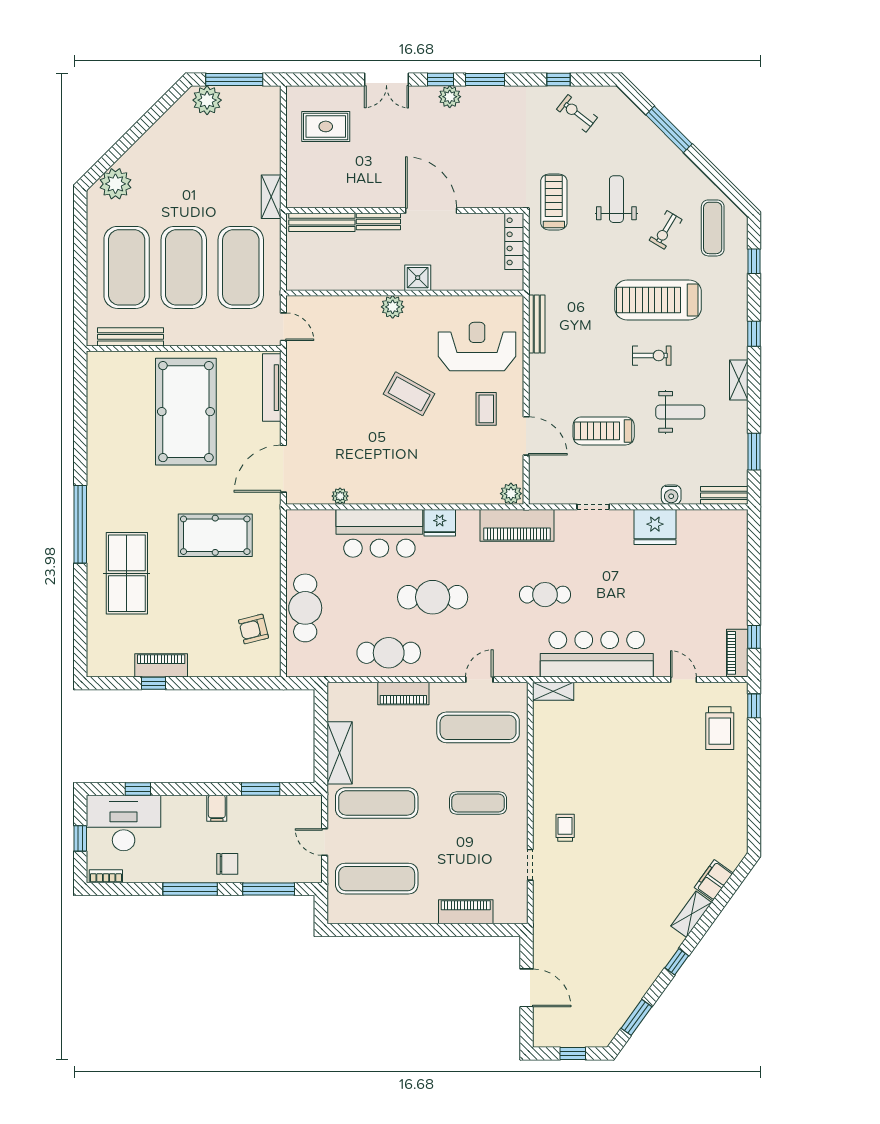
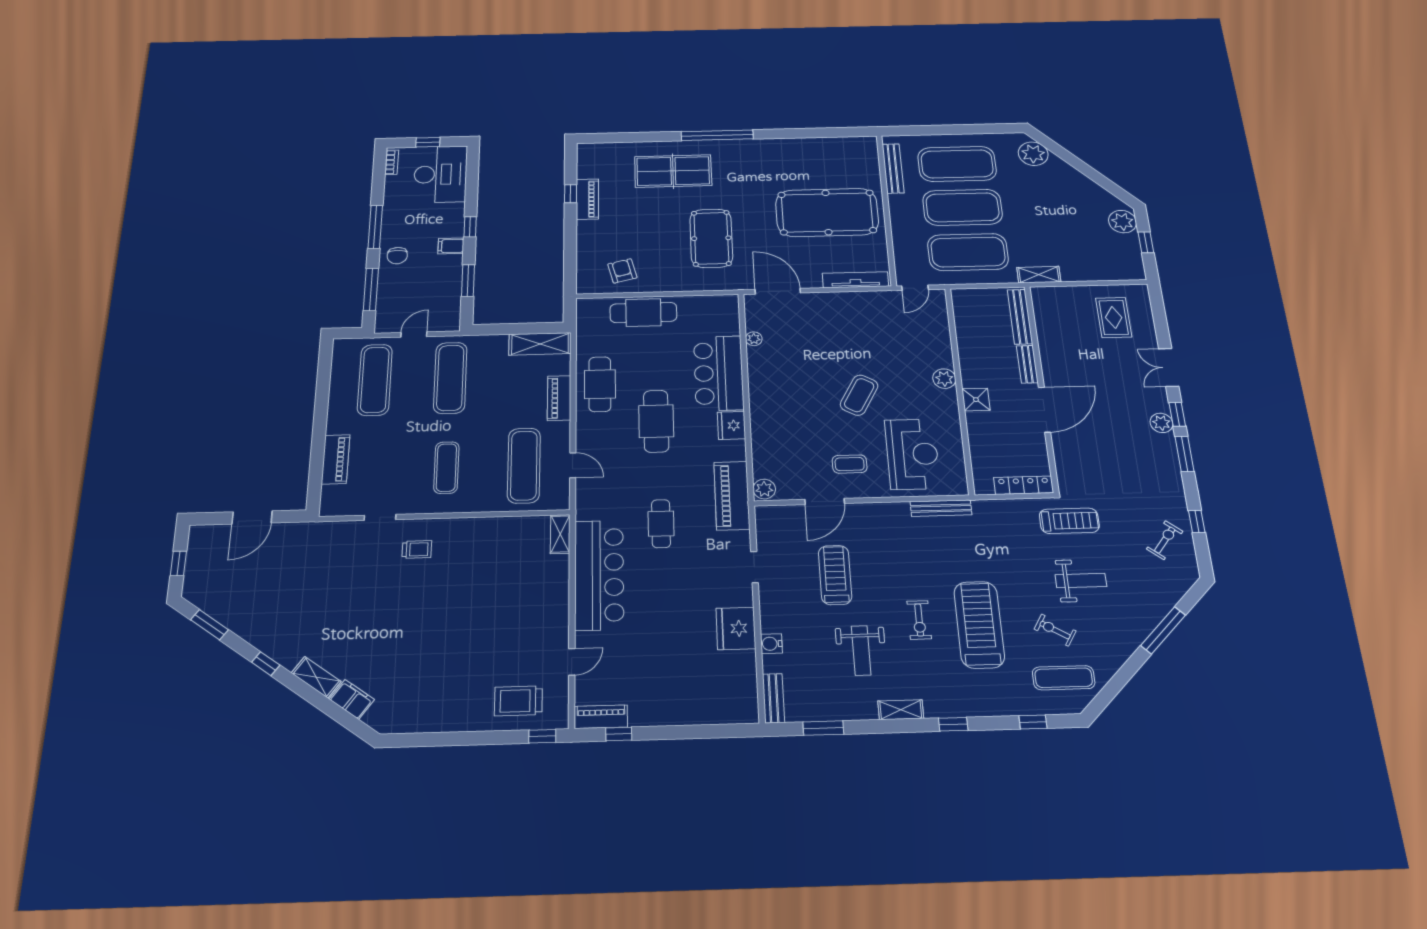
window: (234, 80) -> (1146, 242), width x0.46
shelving: (340, 753) -> (540, 344), moved
window: (138, 789) -> (470, 227), moved

